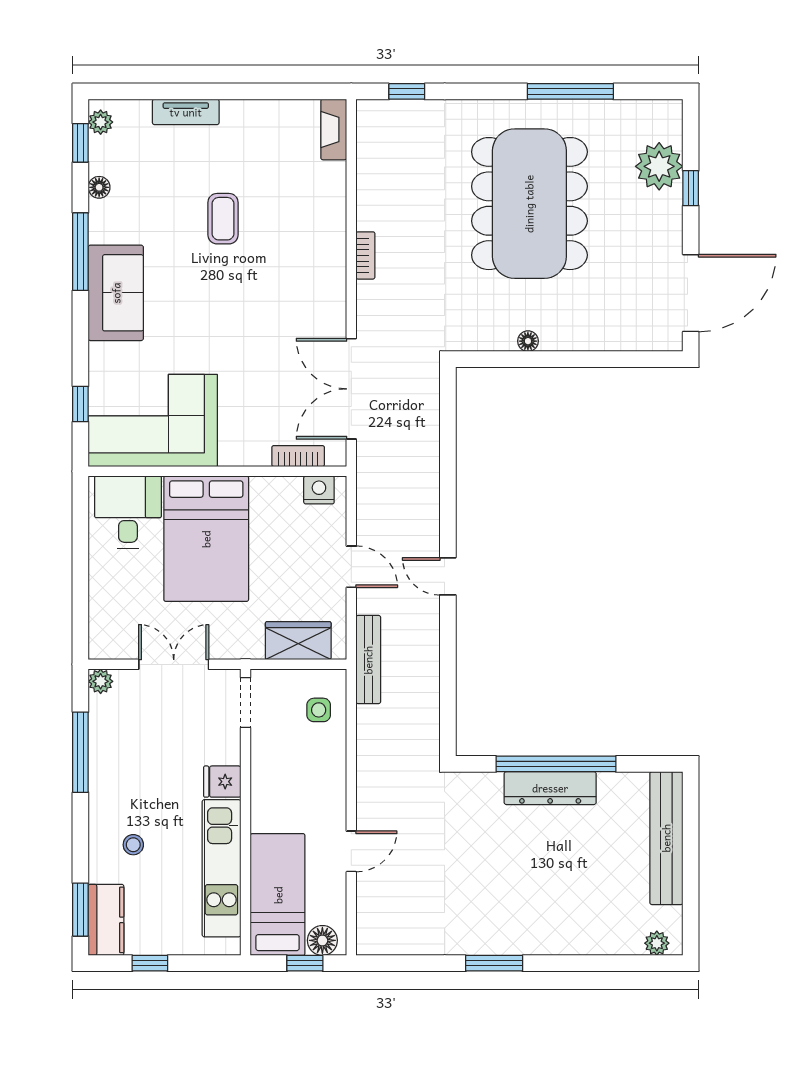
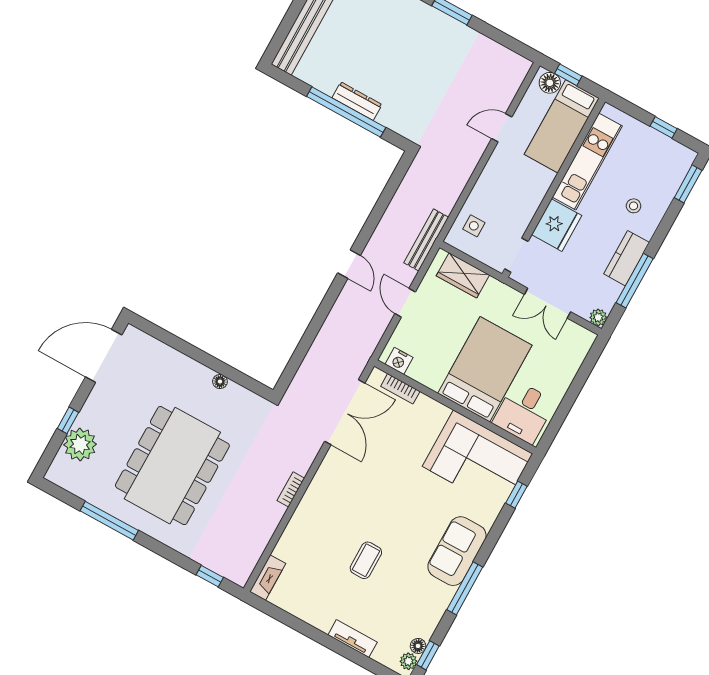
floor lamp: (99, 187) -> (418, 646), moved
fridge: (222, 782) -> (557, 225), width x1.88, depth x1.34
dresser: (550, 788) -> (357, 101), width x0.73, depth x0.80
kitchen counter: (106, 920) -> (627, 258), moved

